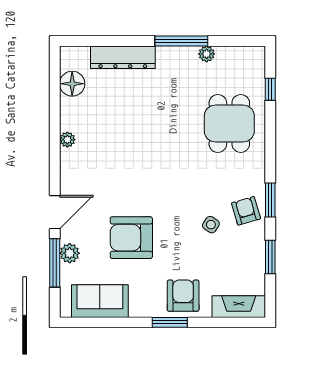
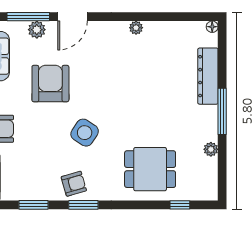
window: (181, 41) -> (222, 111), moved
floor lamp: (72, 84) -> (212, 27), moved, width x0.53, depth x0.53
door: (55, 212) -> (73, 17), hinge flipped
side table: (211, 225) -> (85, 133), moved, width x1.87, depth x1.87

